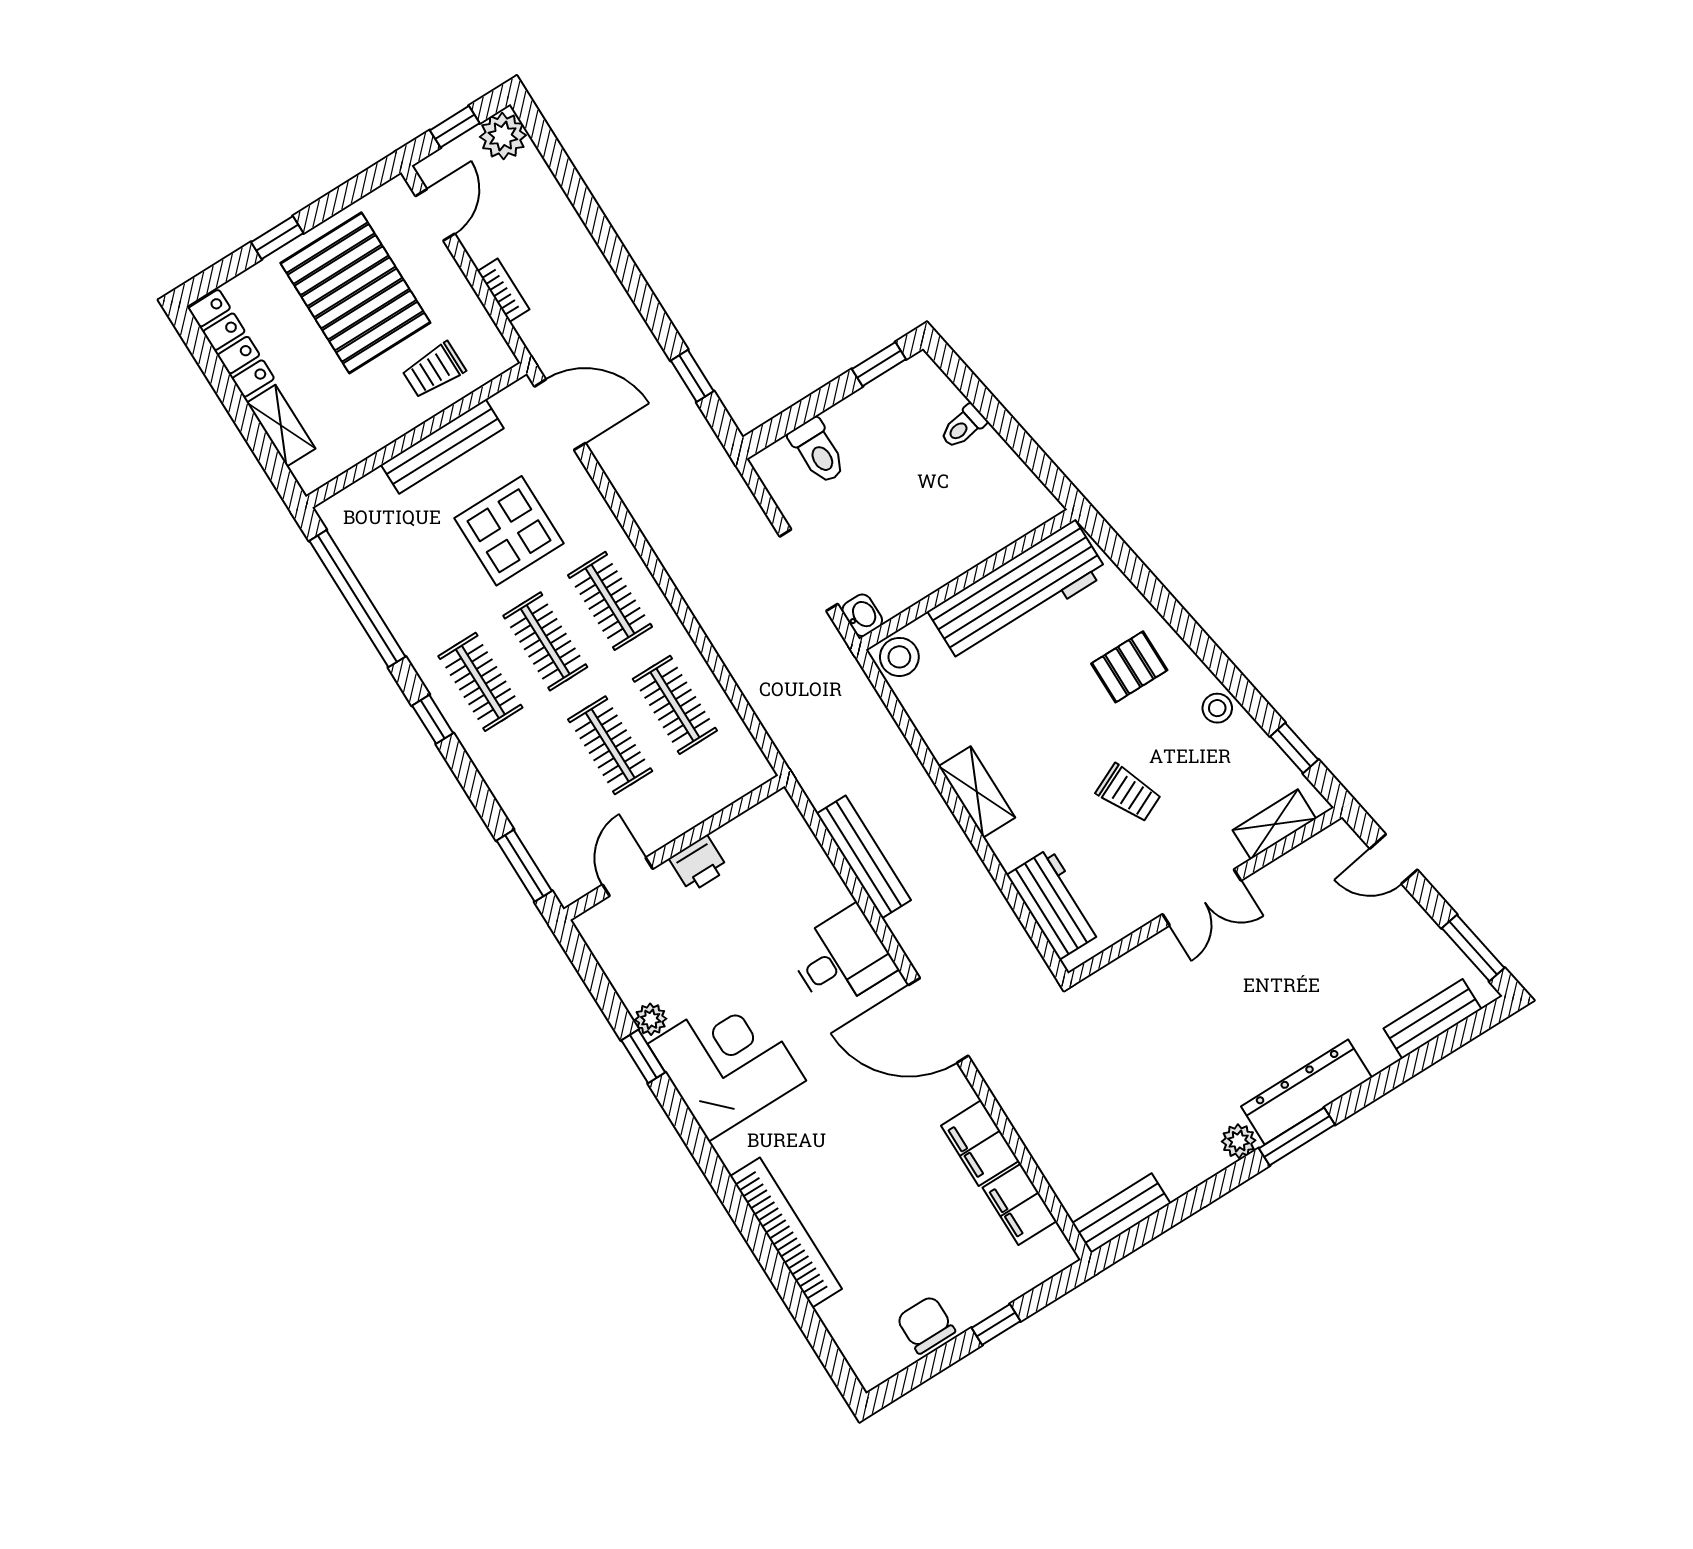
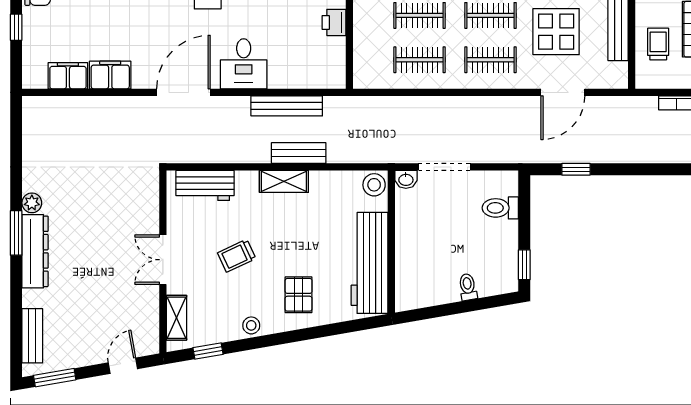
door: (560, 415) -> (563, 92), moved
bench: (1121, 1213) -> (299, 153), moved, turned 90

